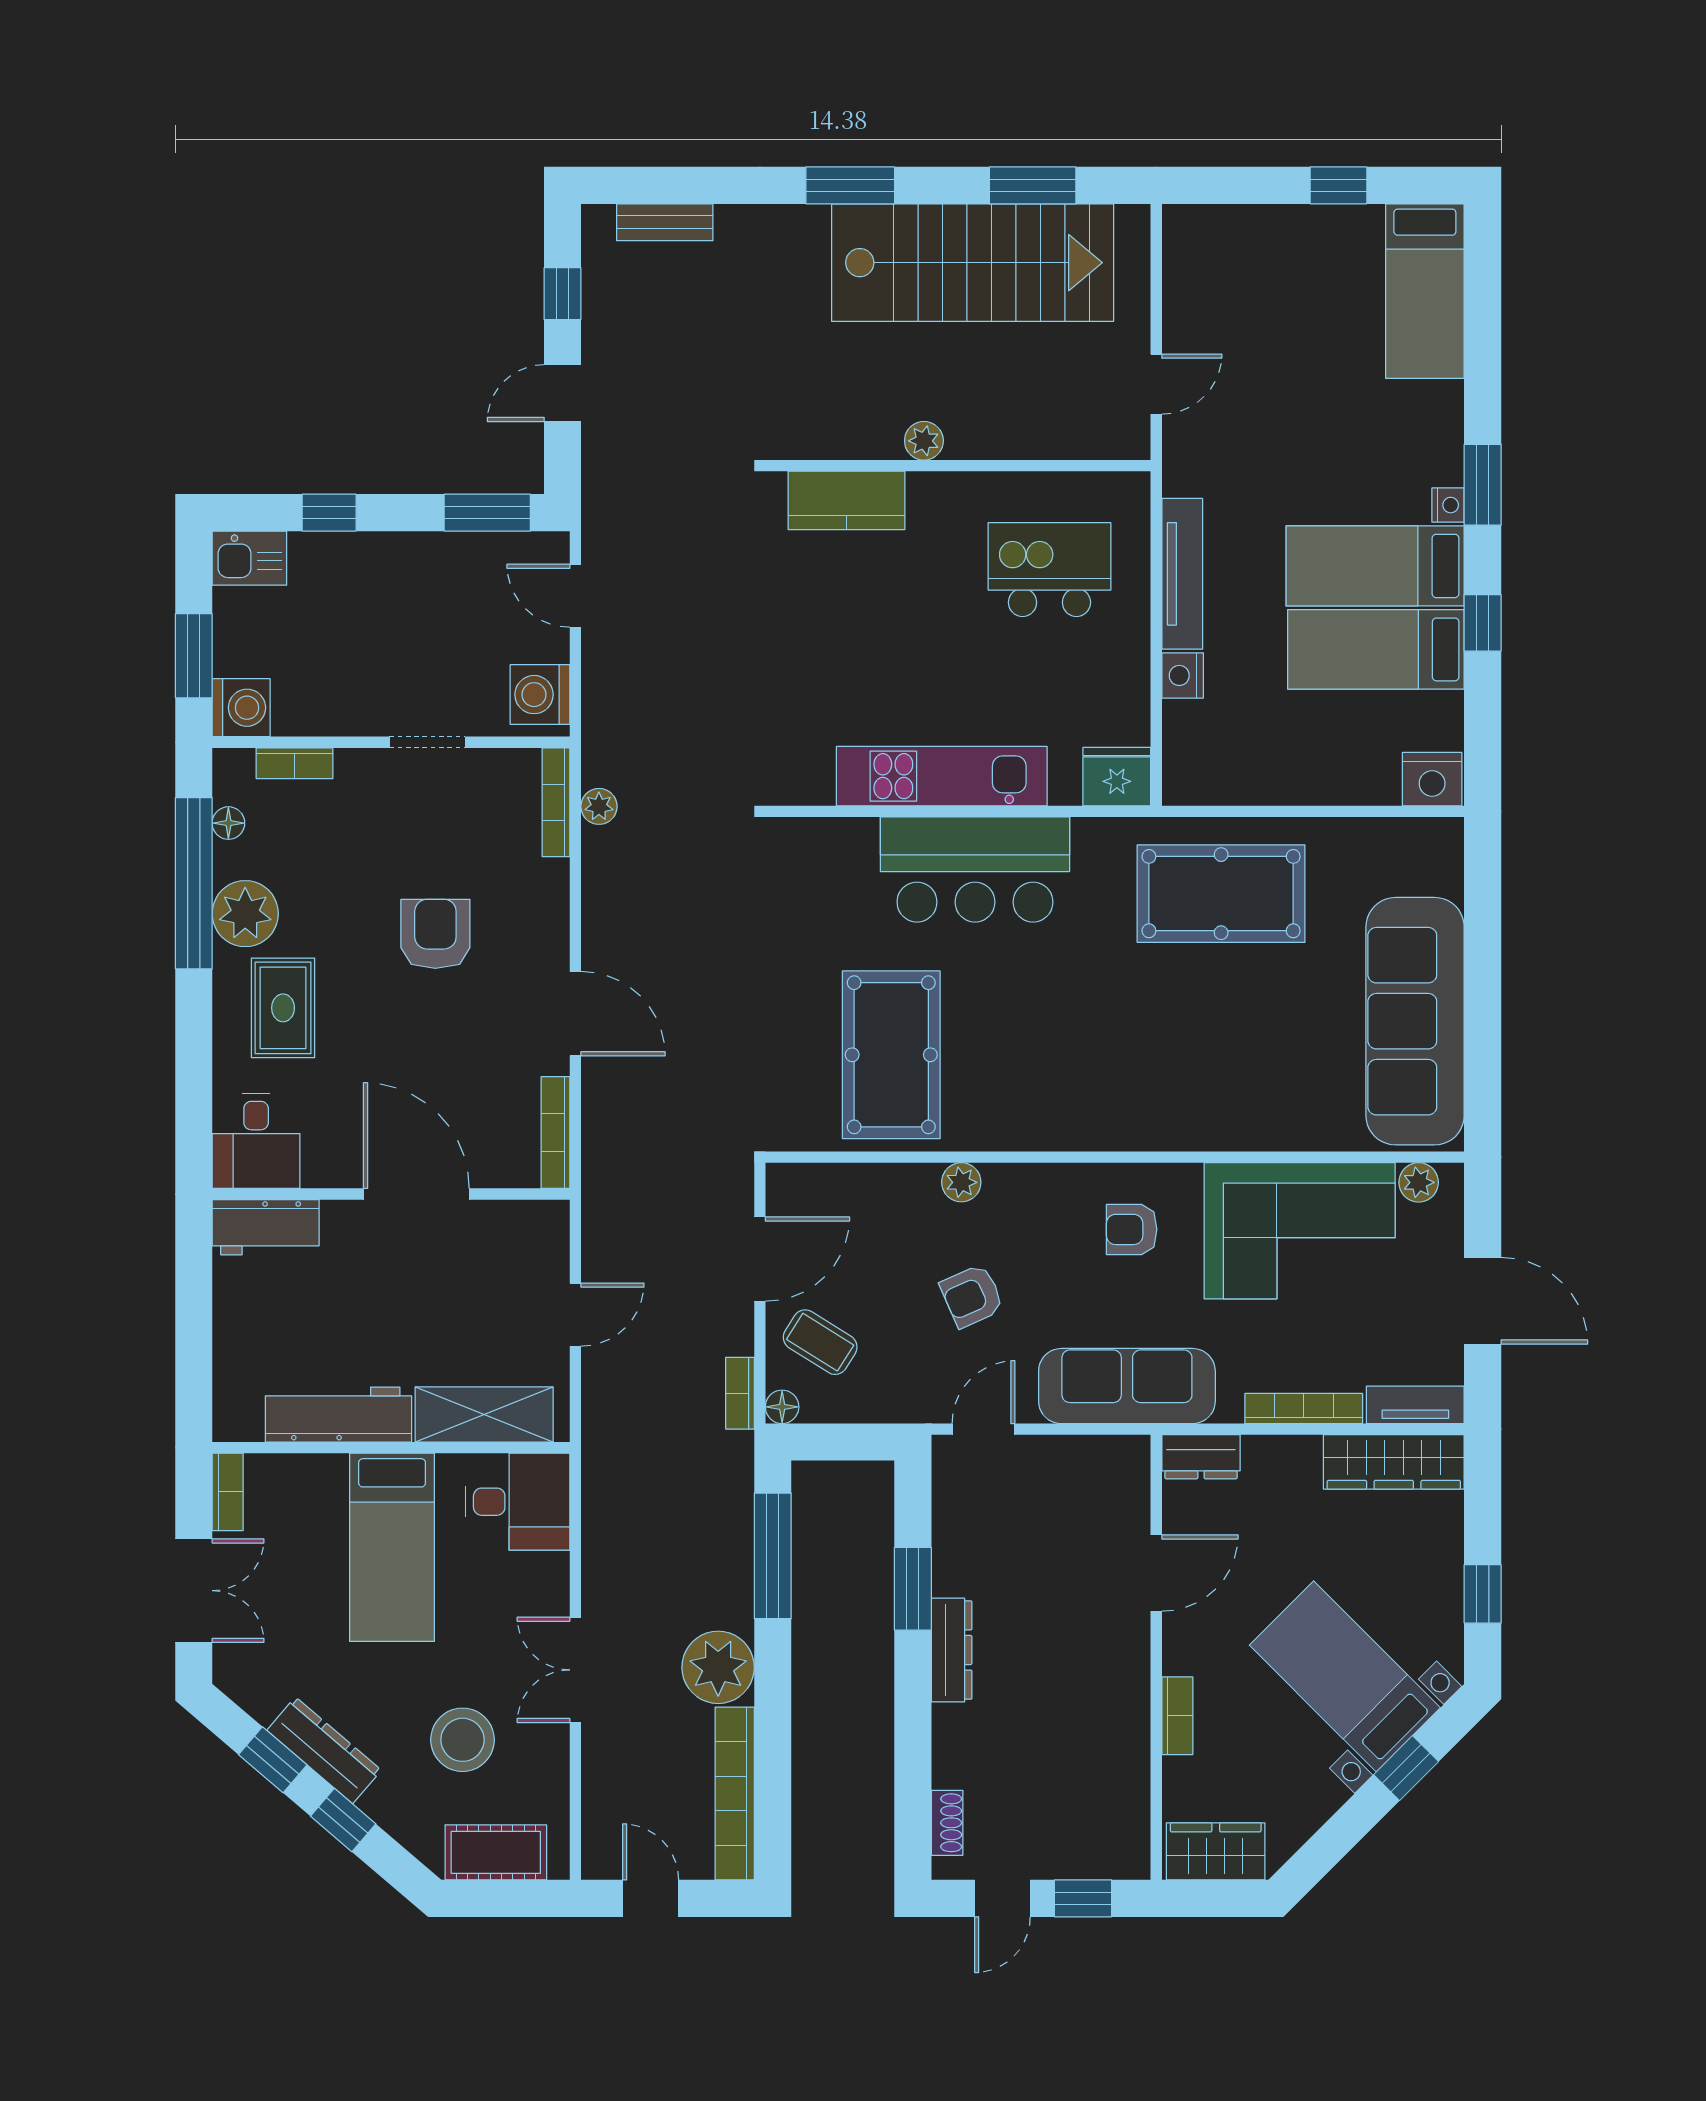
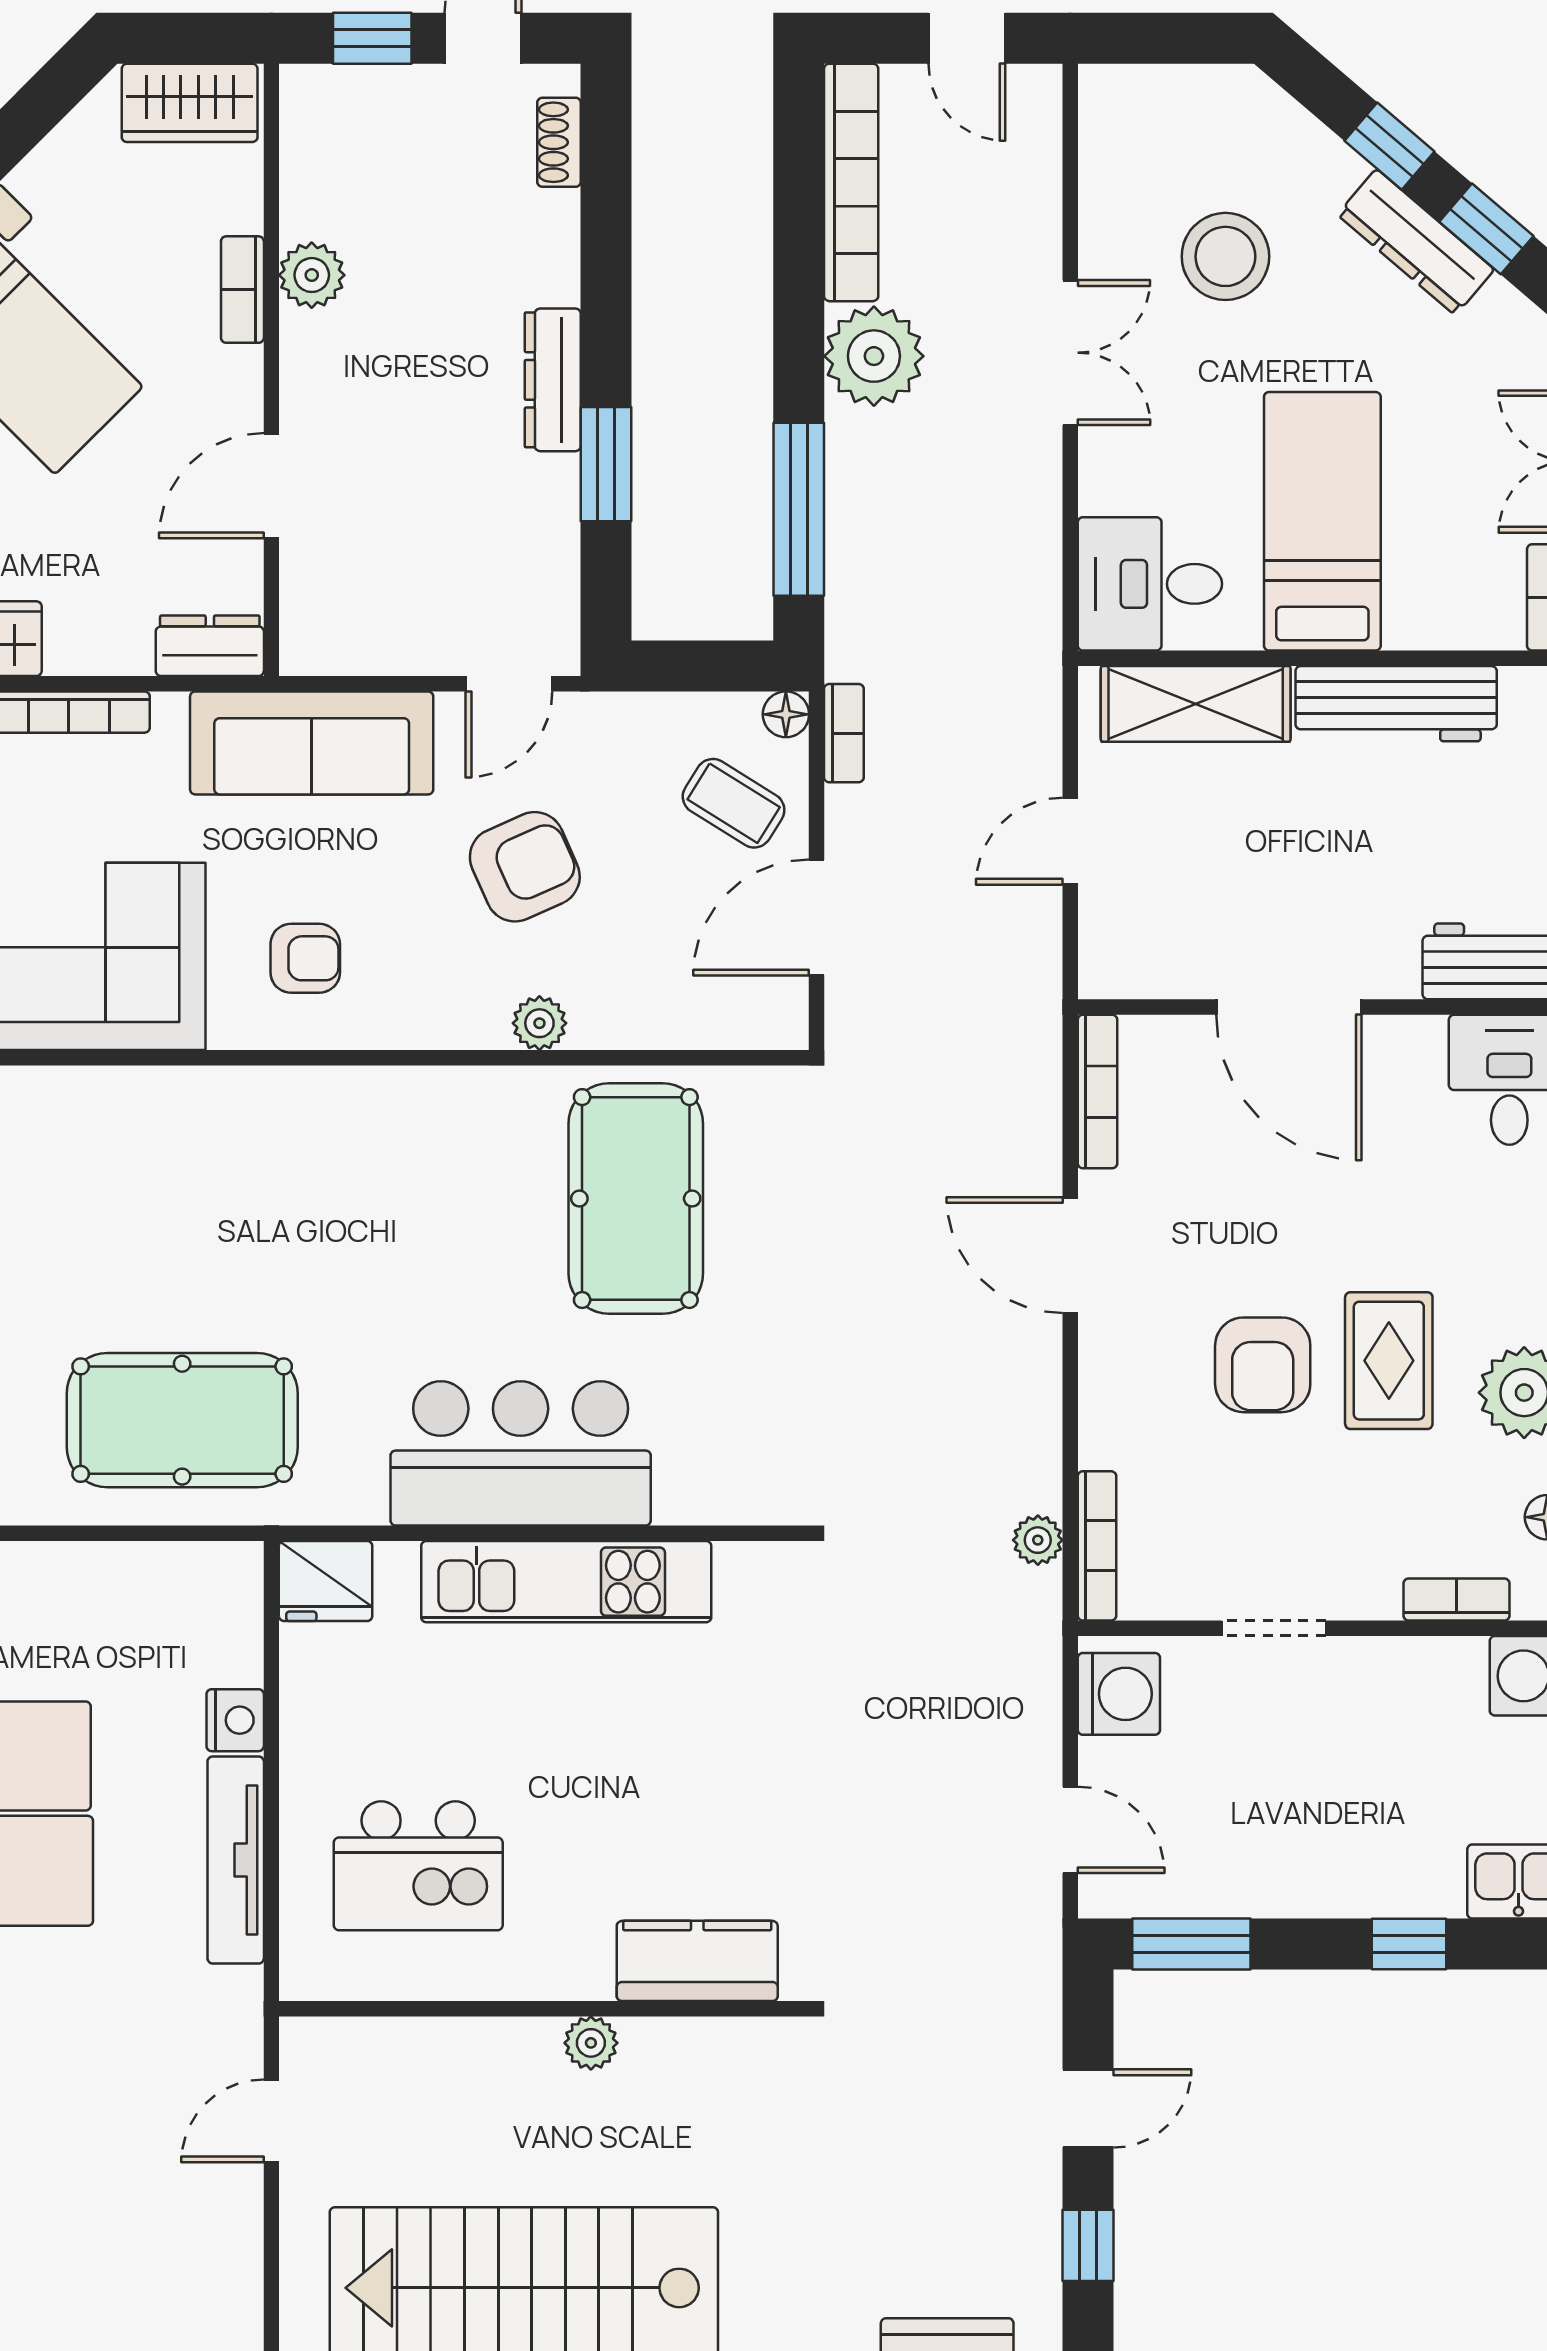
rug: (283, 1008) -> (1389, 1361), moved
armchair: (972, 1296) -> (525, 867), width x1.38, depth x1.38
plant: (1127, 1726) -> (312, 275), added
cot: (496, 1852) -> (1180, 102), removed

